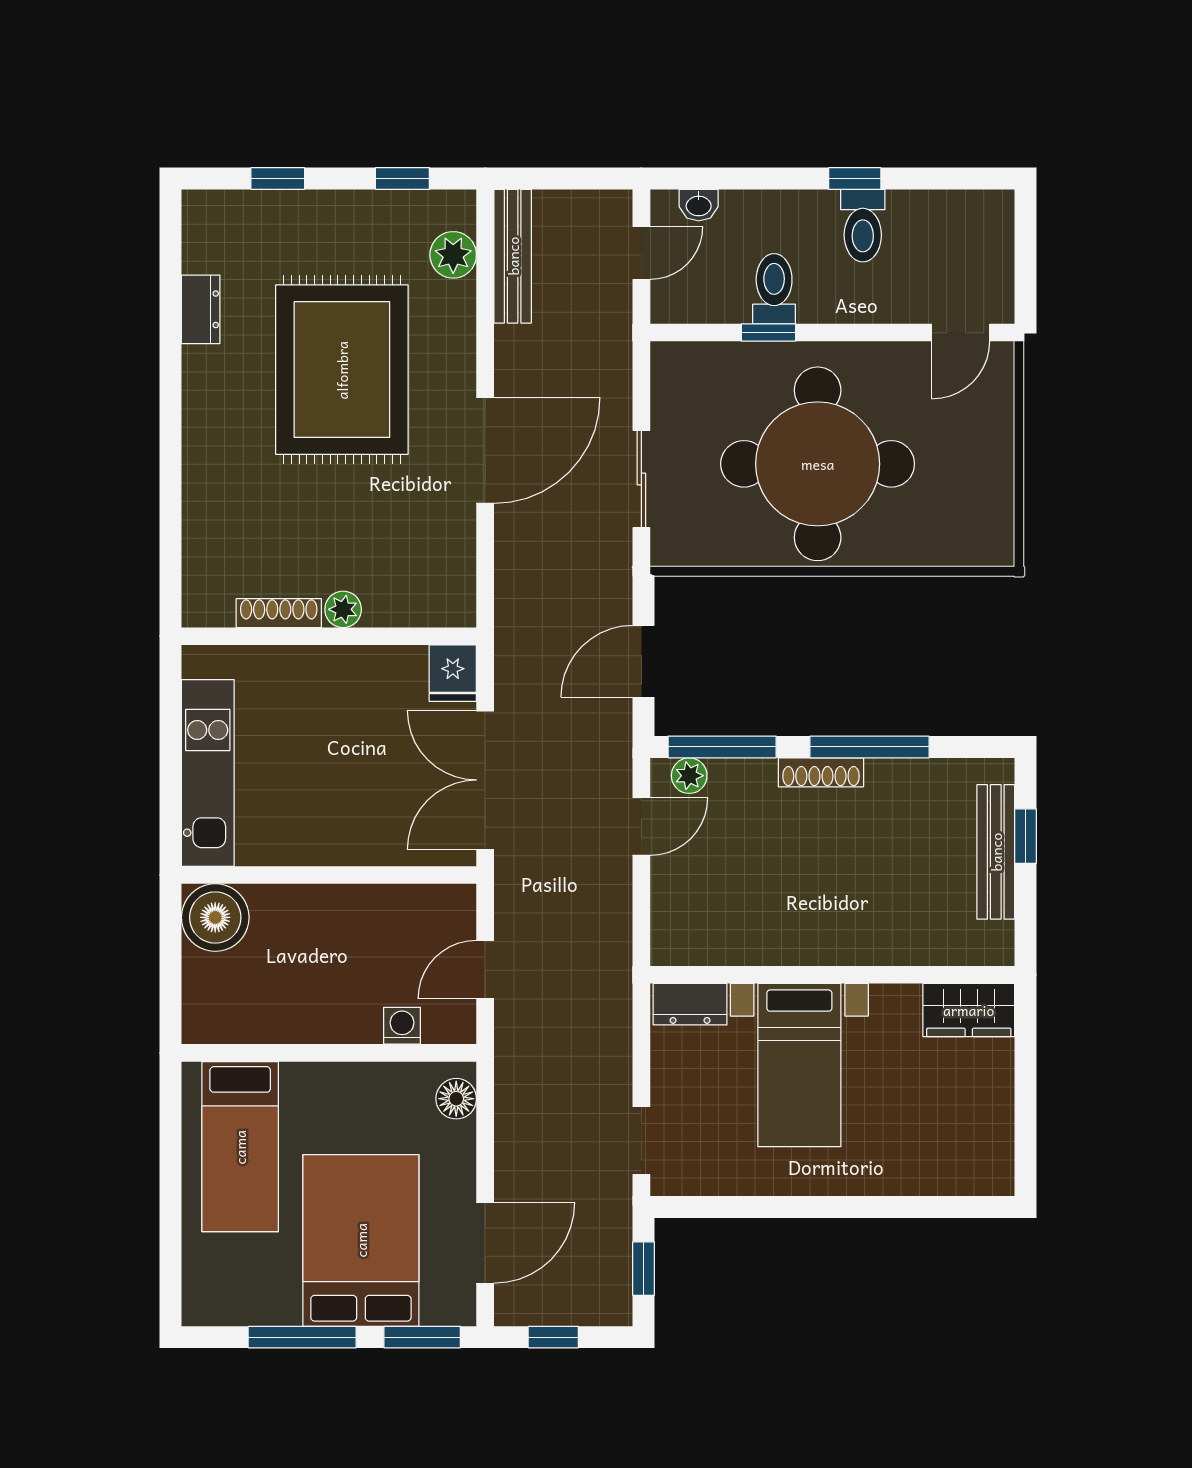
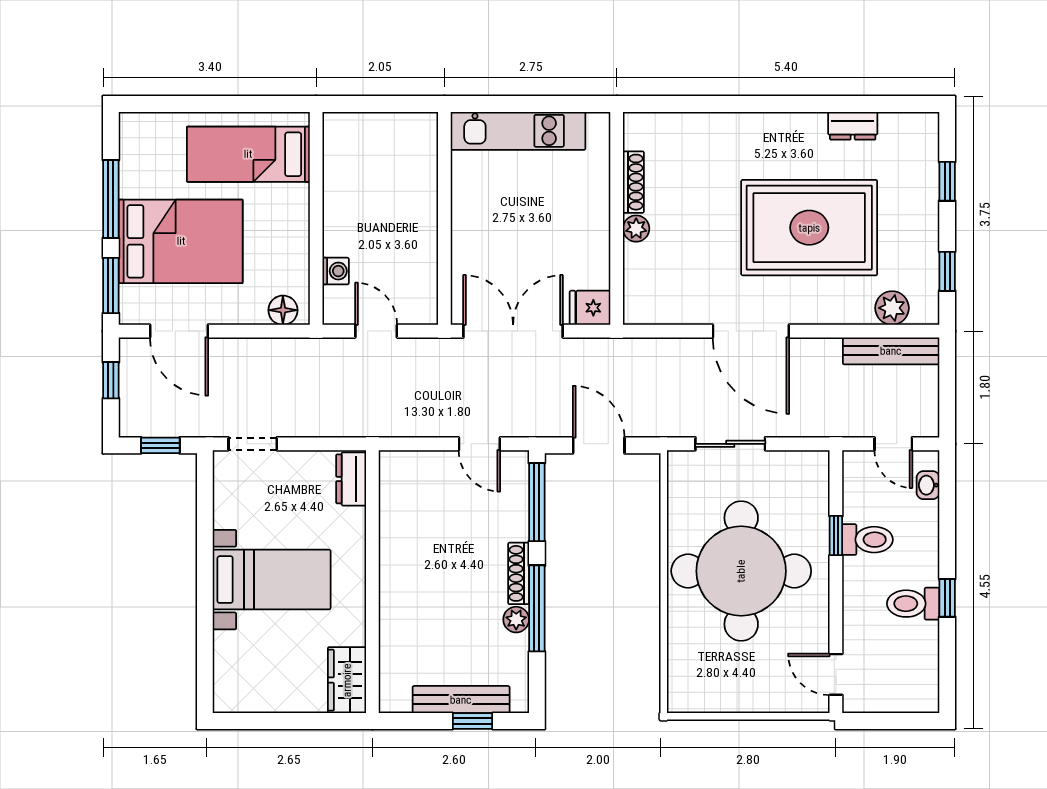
plant: (689, 776) -> (516, 620), moved
boiler: (215, 917) -> (414, 136), removed
bed with nightstands: (799, 1065) -> (272, 580), moved, turned 180

